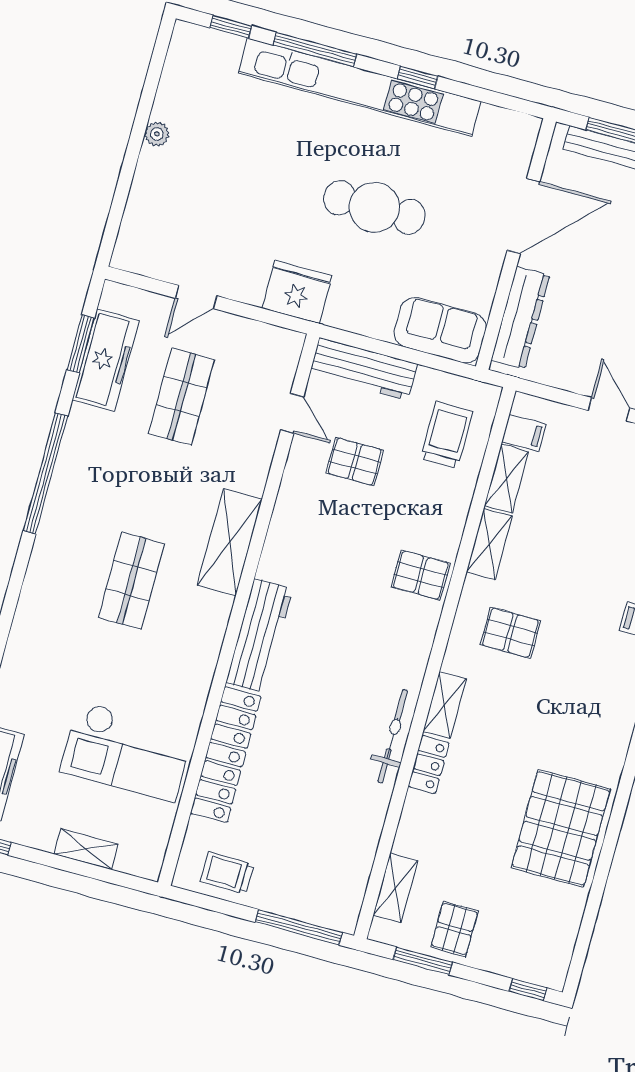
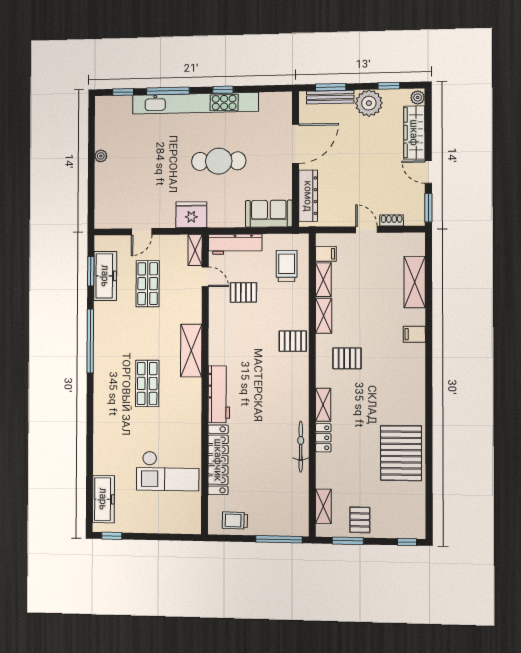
bicycle: (393, 736) -> (301, 447), moved
shelving: (86, 849) -> (195, 250), moved, turned 90

